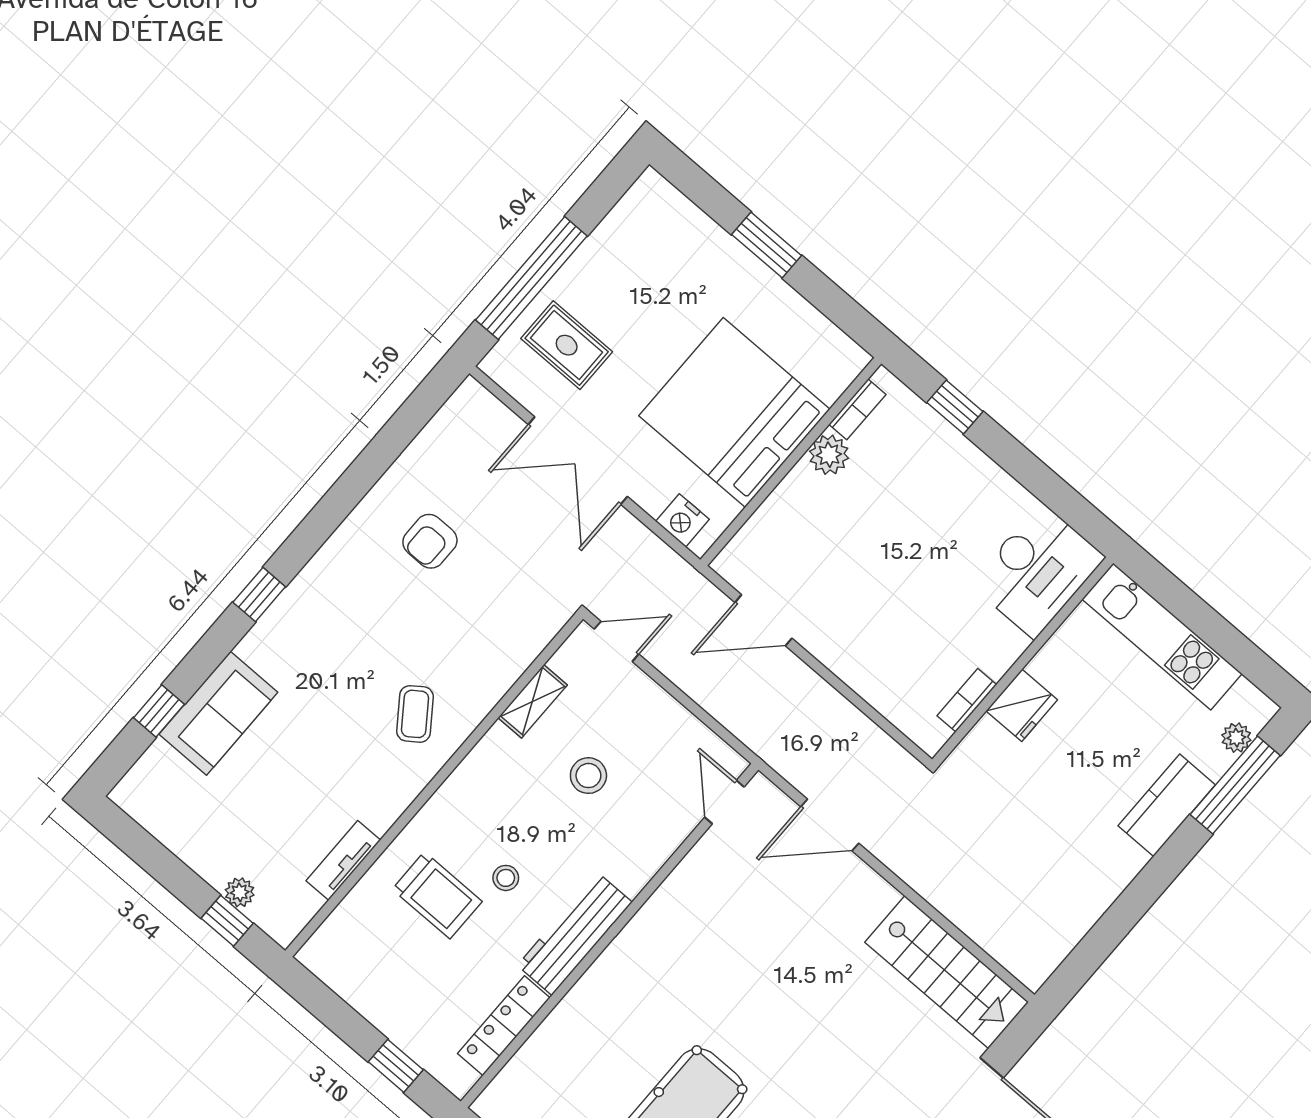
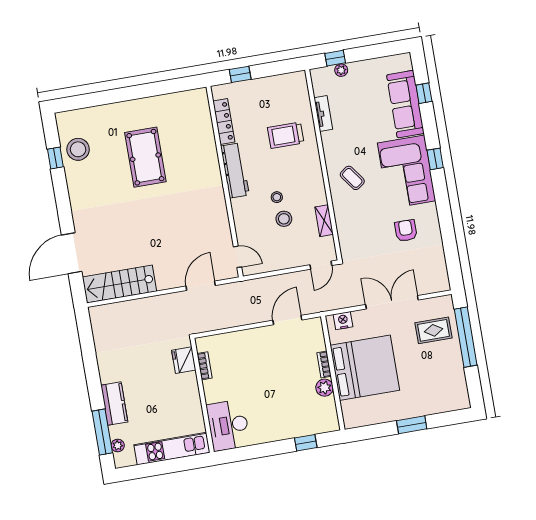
bookcase: (857, 409) -> (324, 364), moved
corner sofa: (325, 626) -> (407, 172), added
fridge: (1022, 705) -> (184, 360), moved
sofa: (218, 713) -> (405, 104), width x1.36
stool: (506, 878) -> (277, 197), moved

